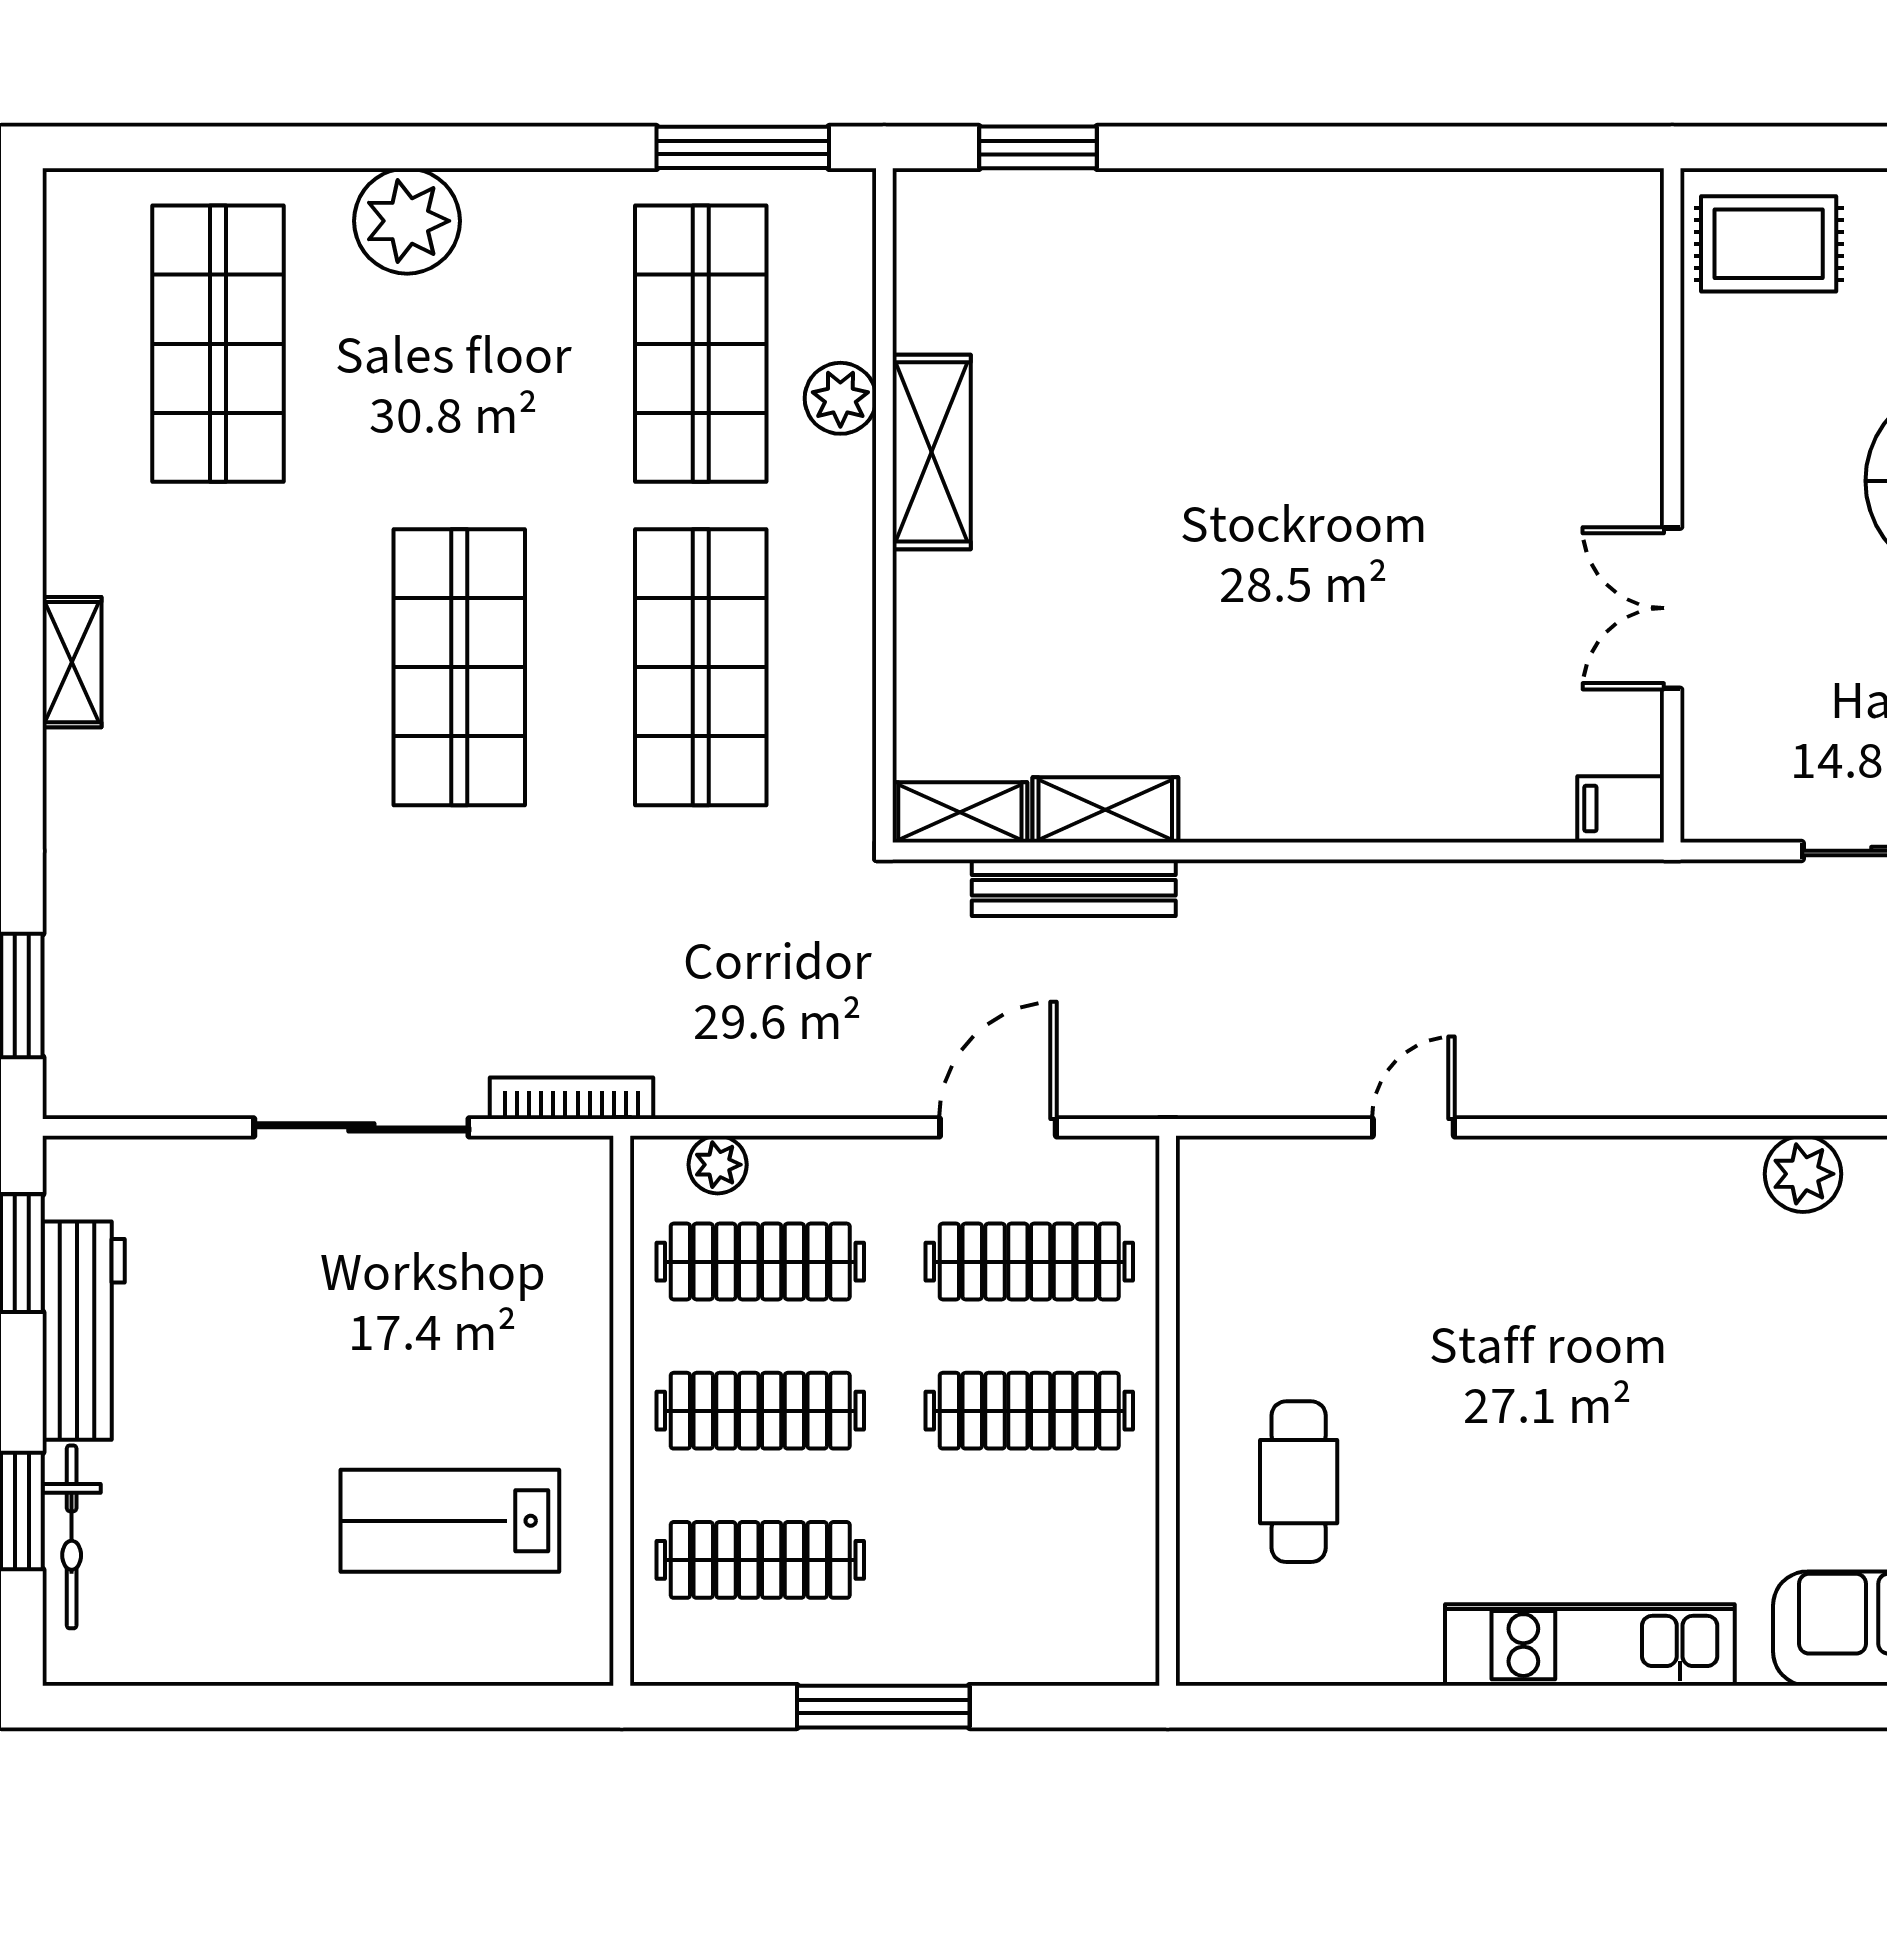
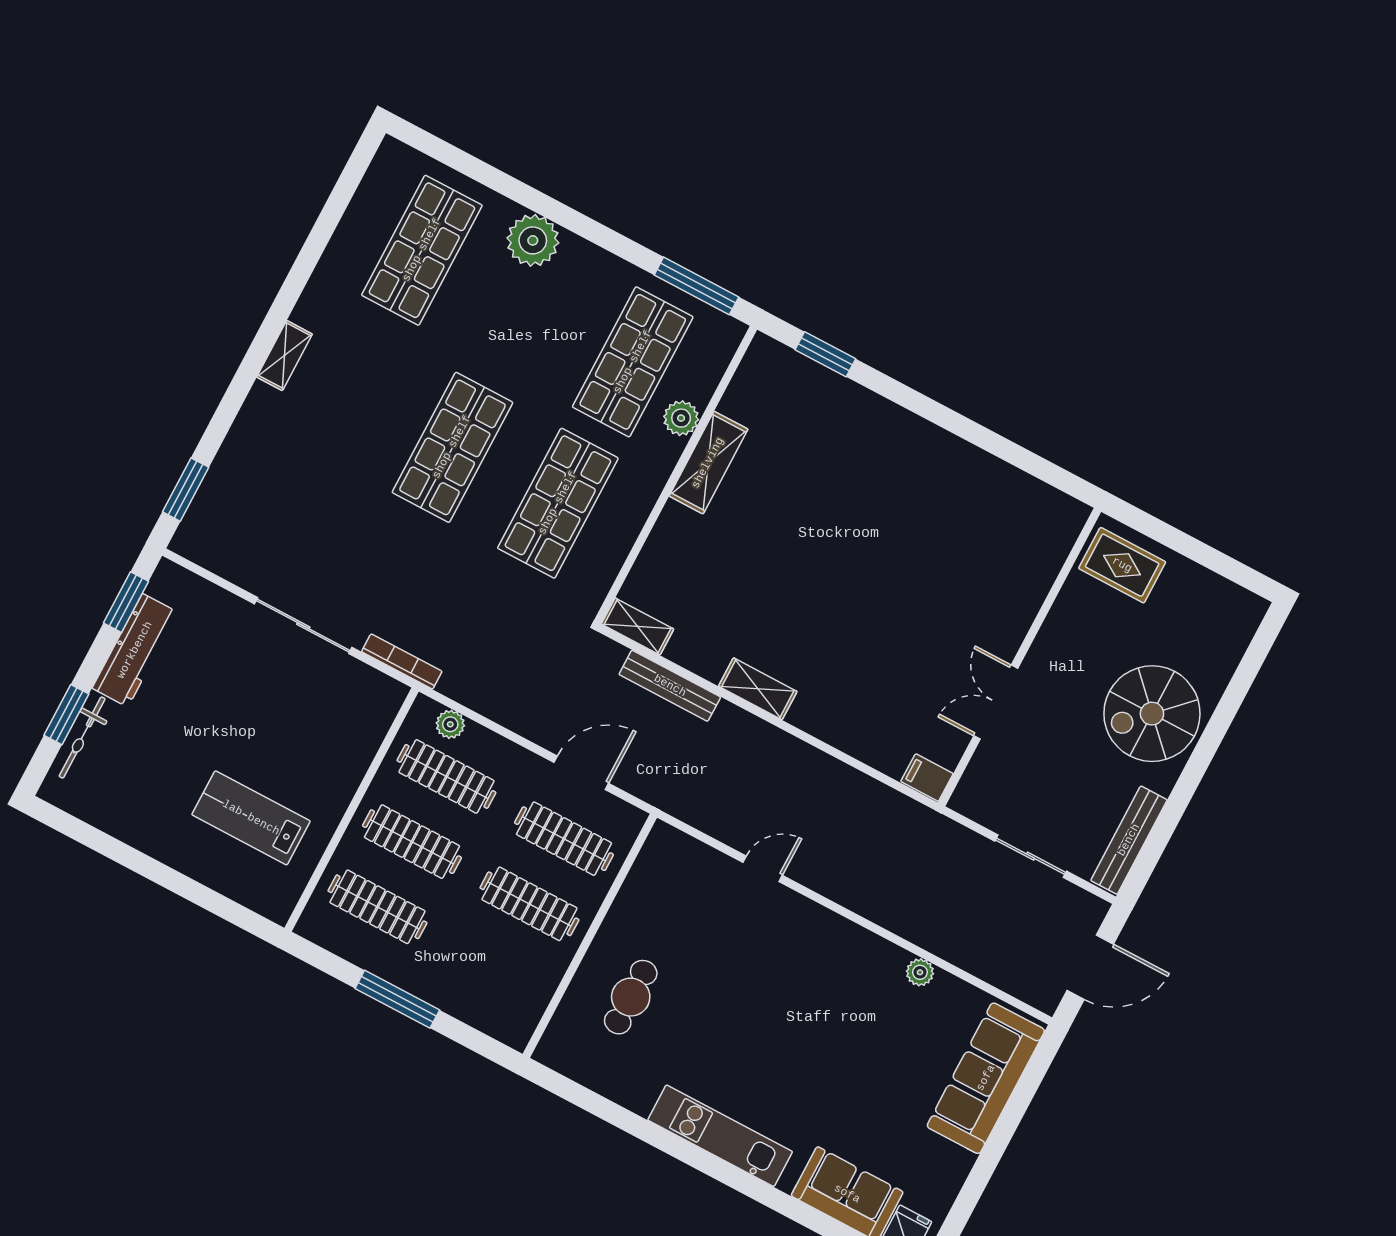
shelving: (1105, 810) -> (758, 689), moved
plant: (1803, 1174) -> (920, 972), width x0.73, depth x0.73

